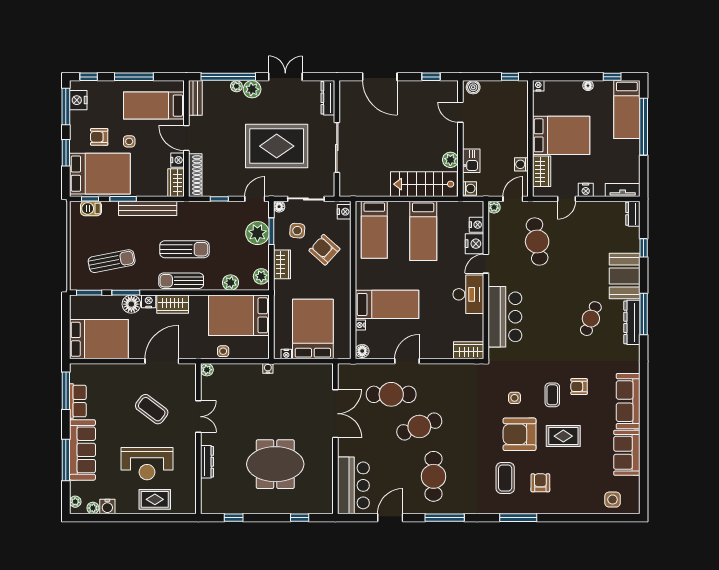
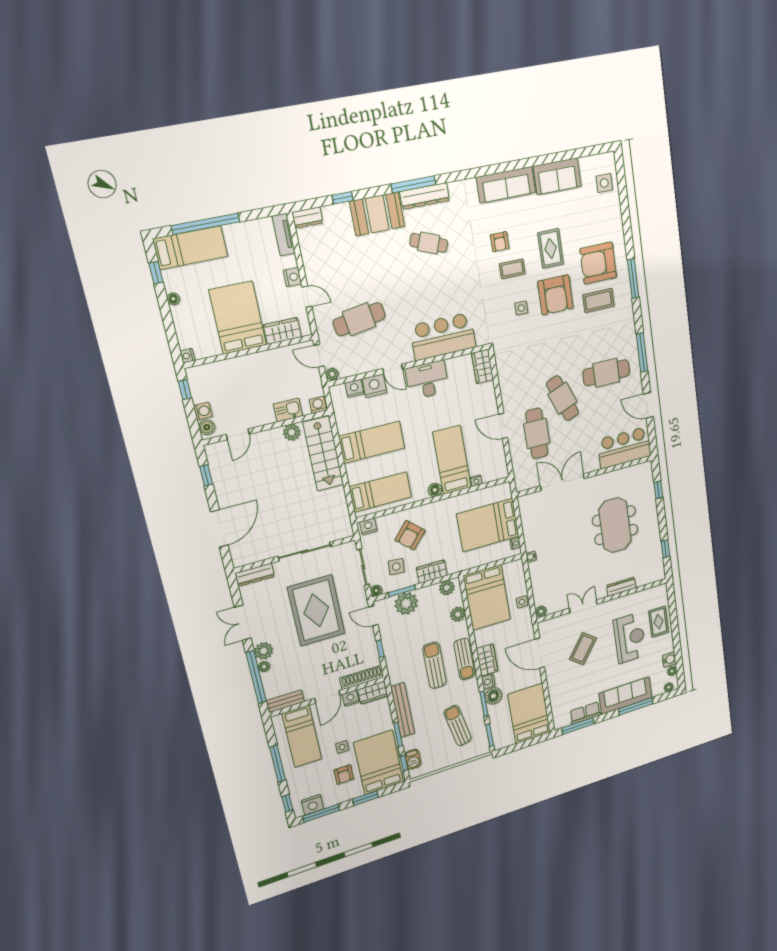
washing machine: (521, 164) -> (203, 411), moved, turned -90
floor lamp: (362, 351) -> (435, 490), moved
armchair: (540, 483) -> (598, 263), width x1.88, depth x1.88

